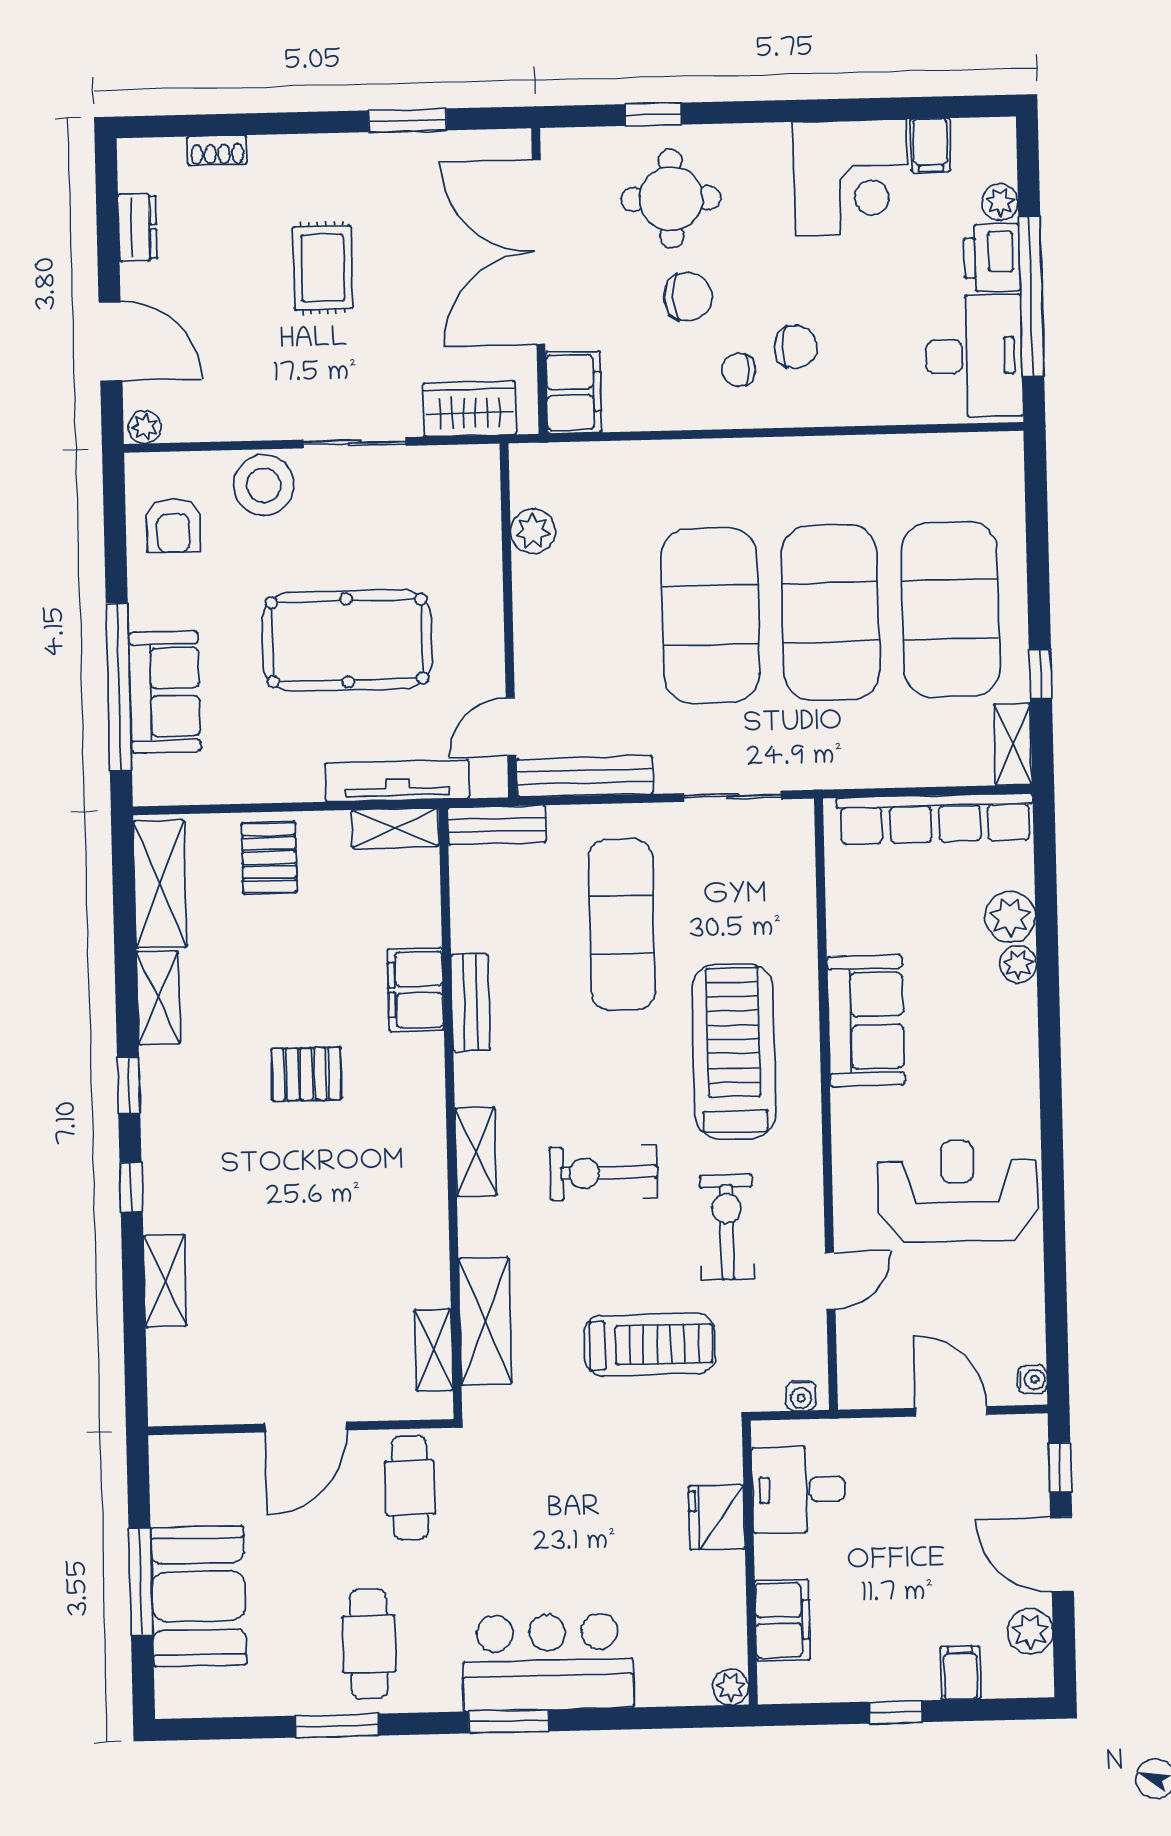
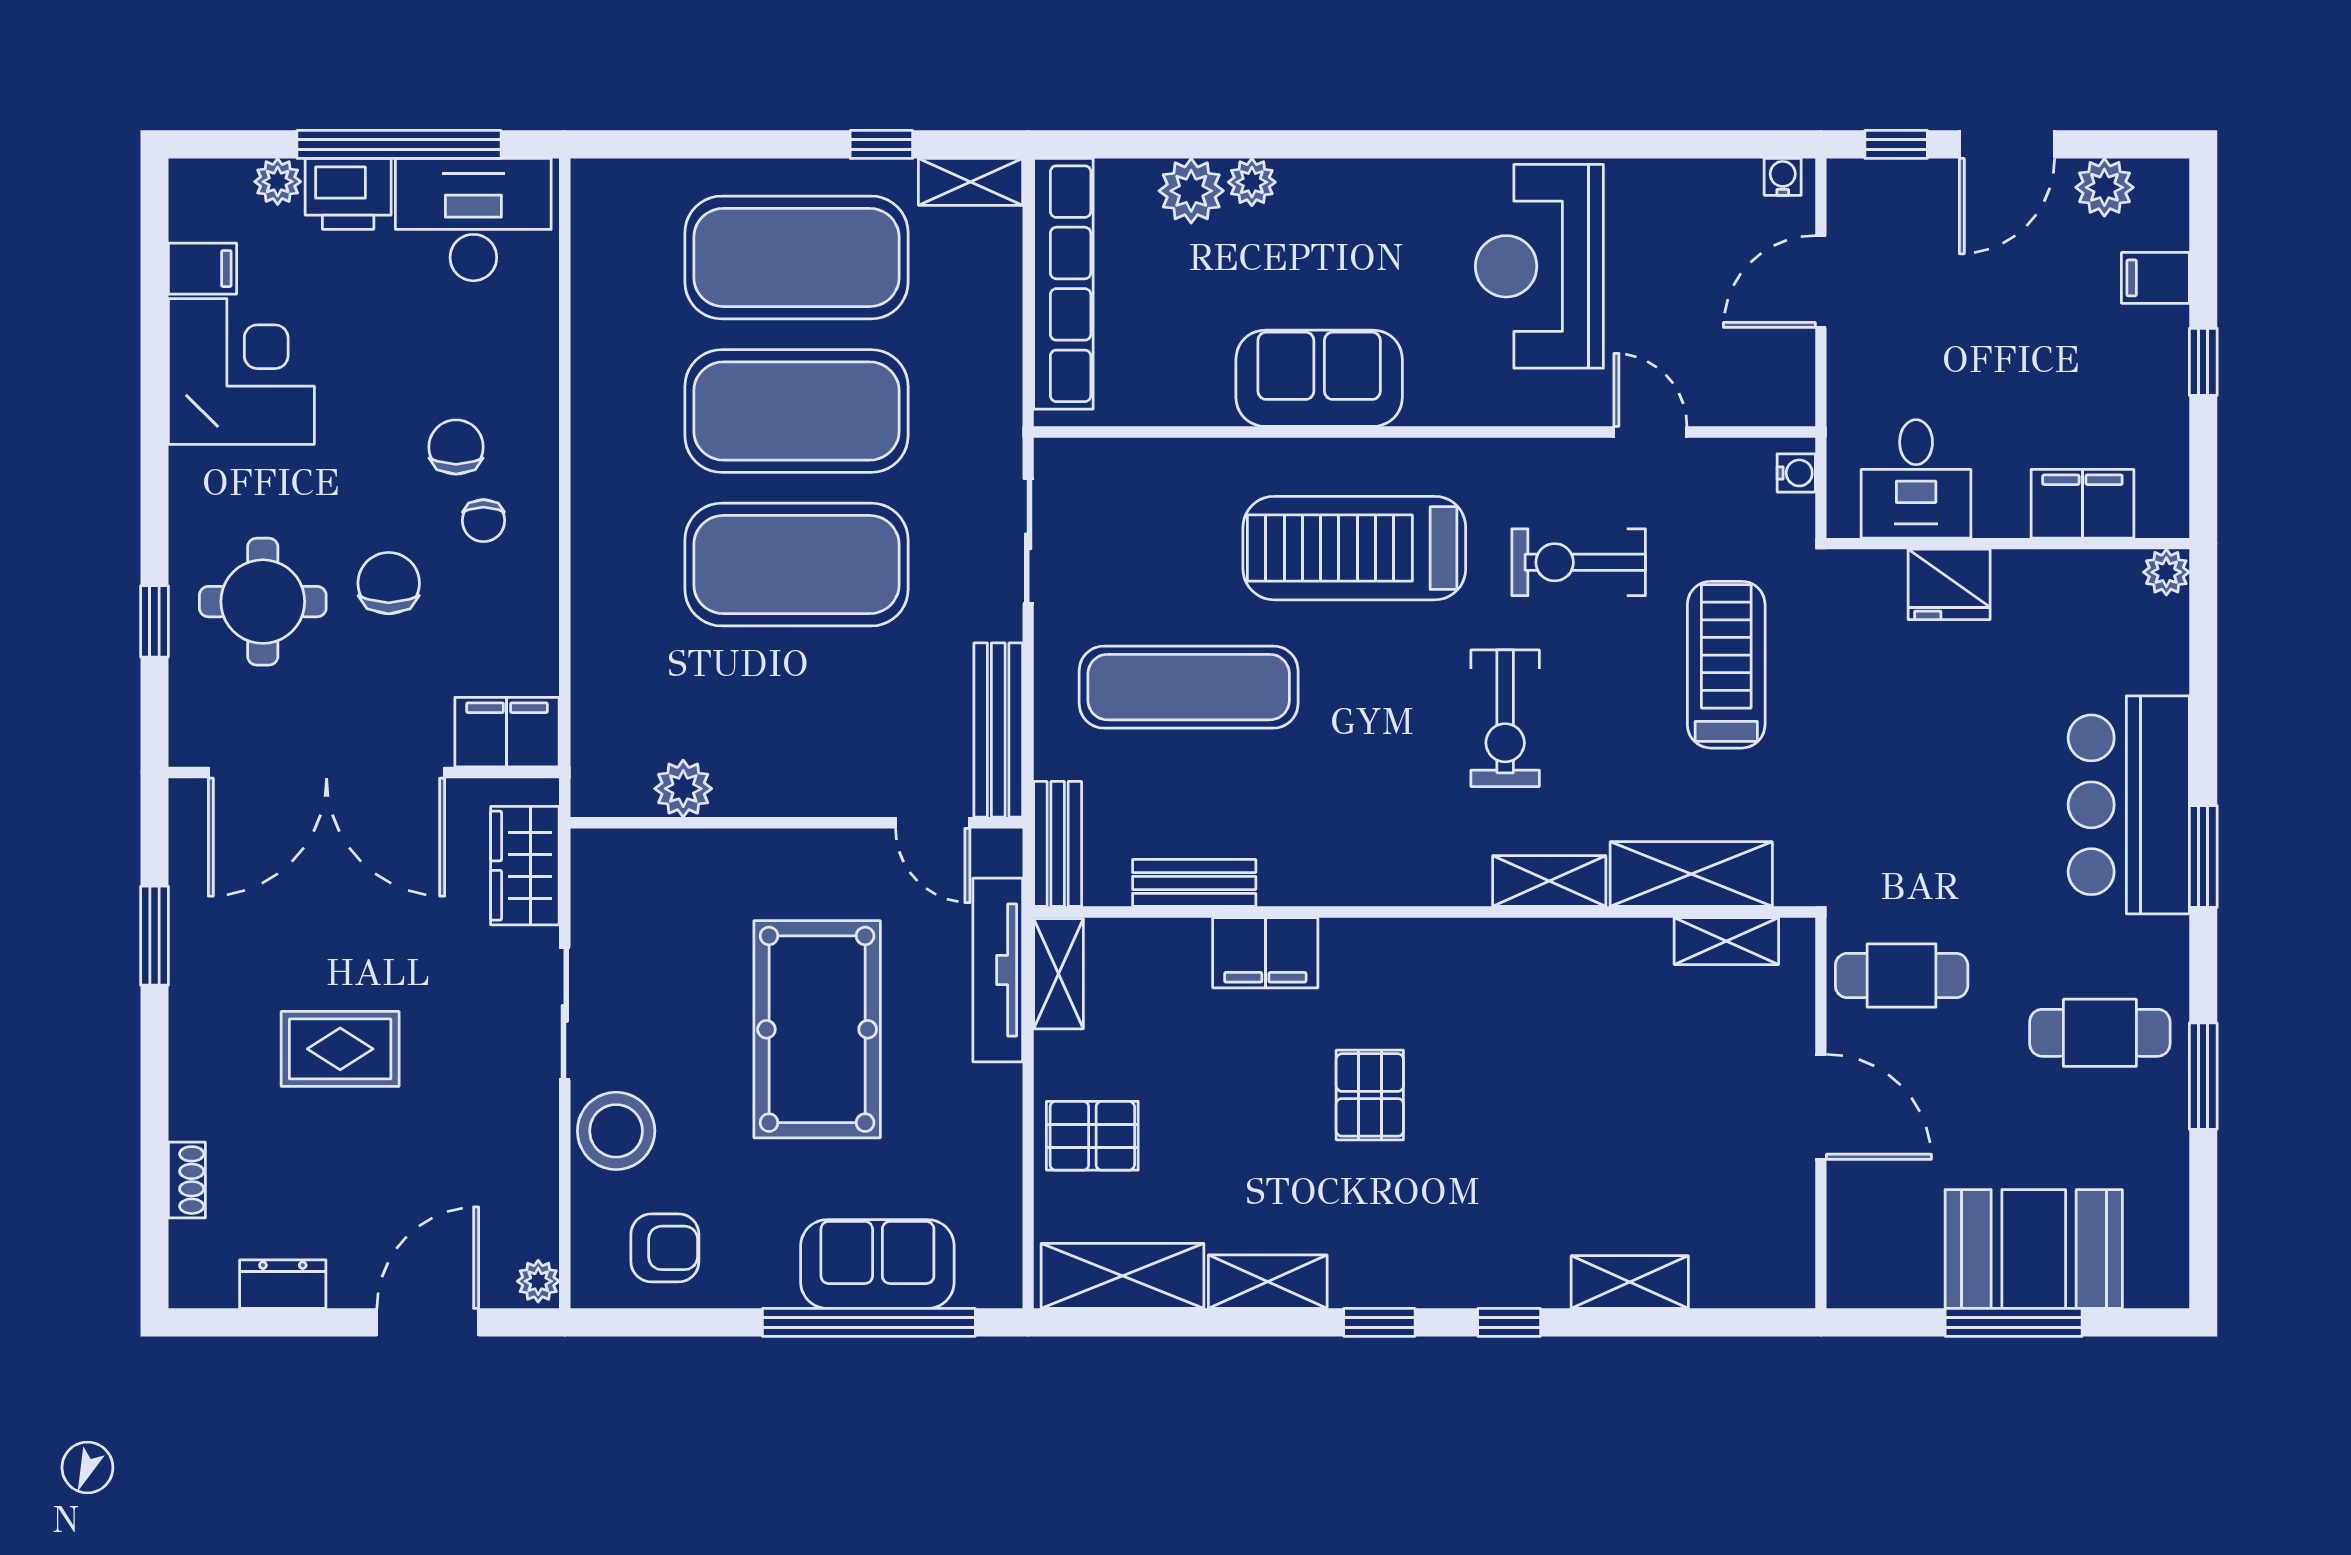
bench: (471, 1002) -> (1194, 883), moved
shelving: (476, 1152) -> (1549, 881), moved

